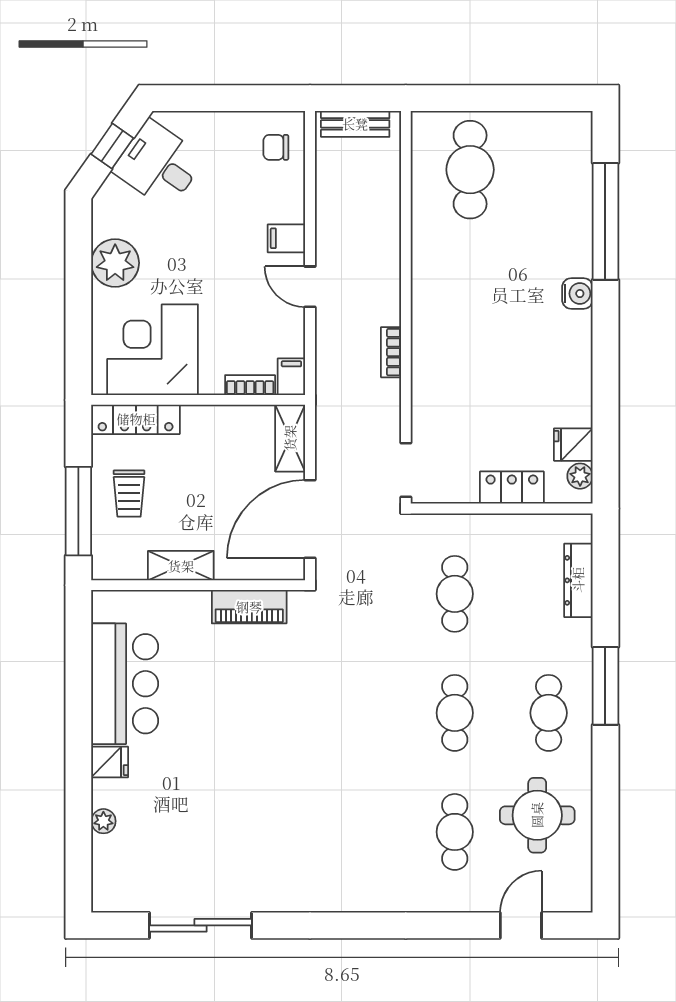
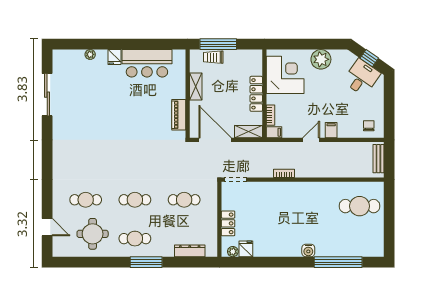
locker: (136, 419) -> (256, 94), moved
trolley: (129, 494) -> (213, 57), moved

